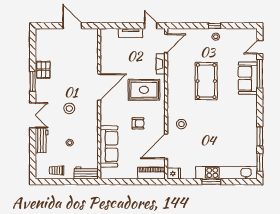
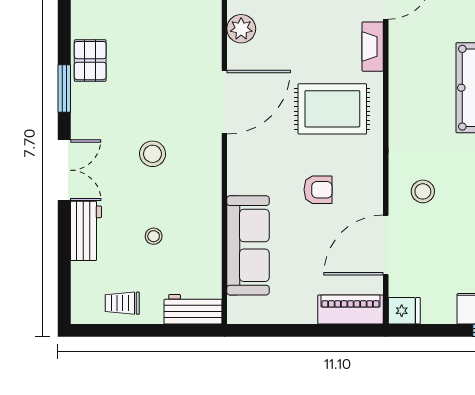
plant: (106, 57) -> (241, 29), added

